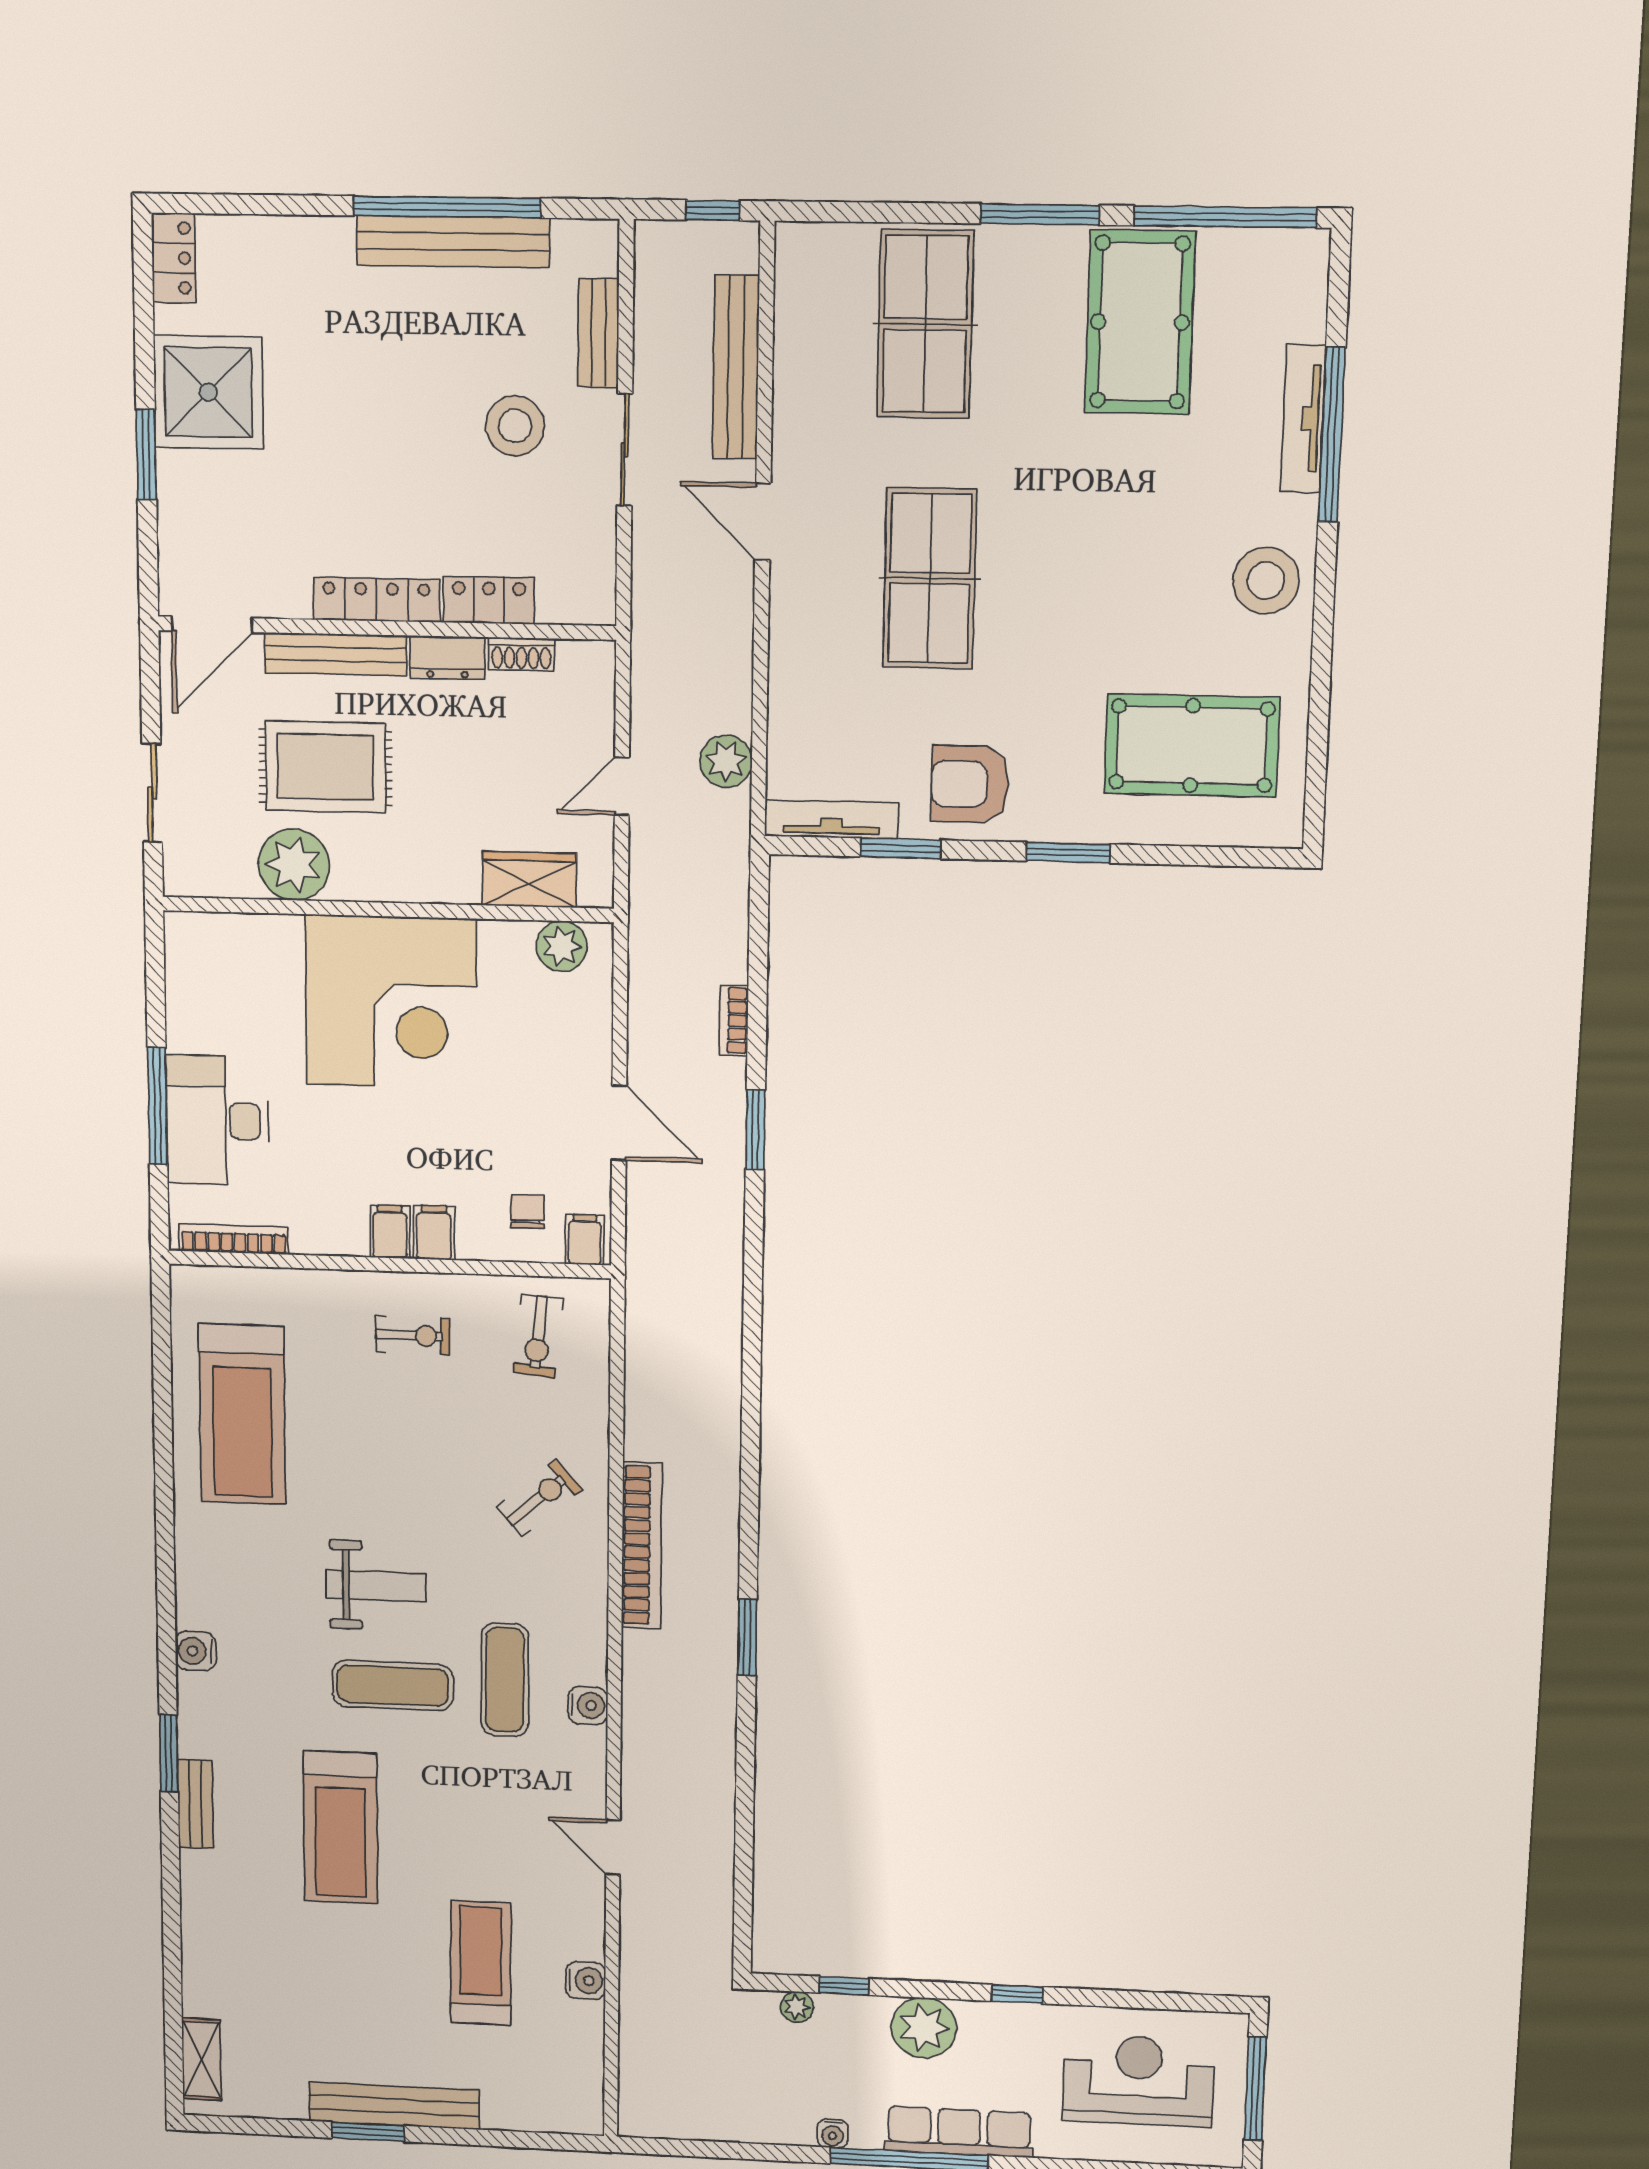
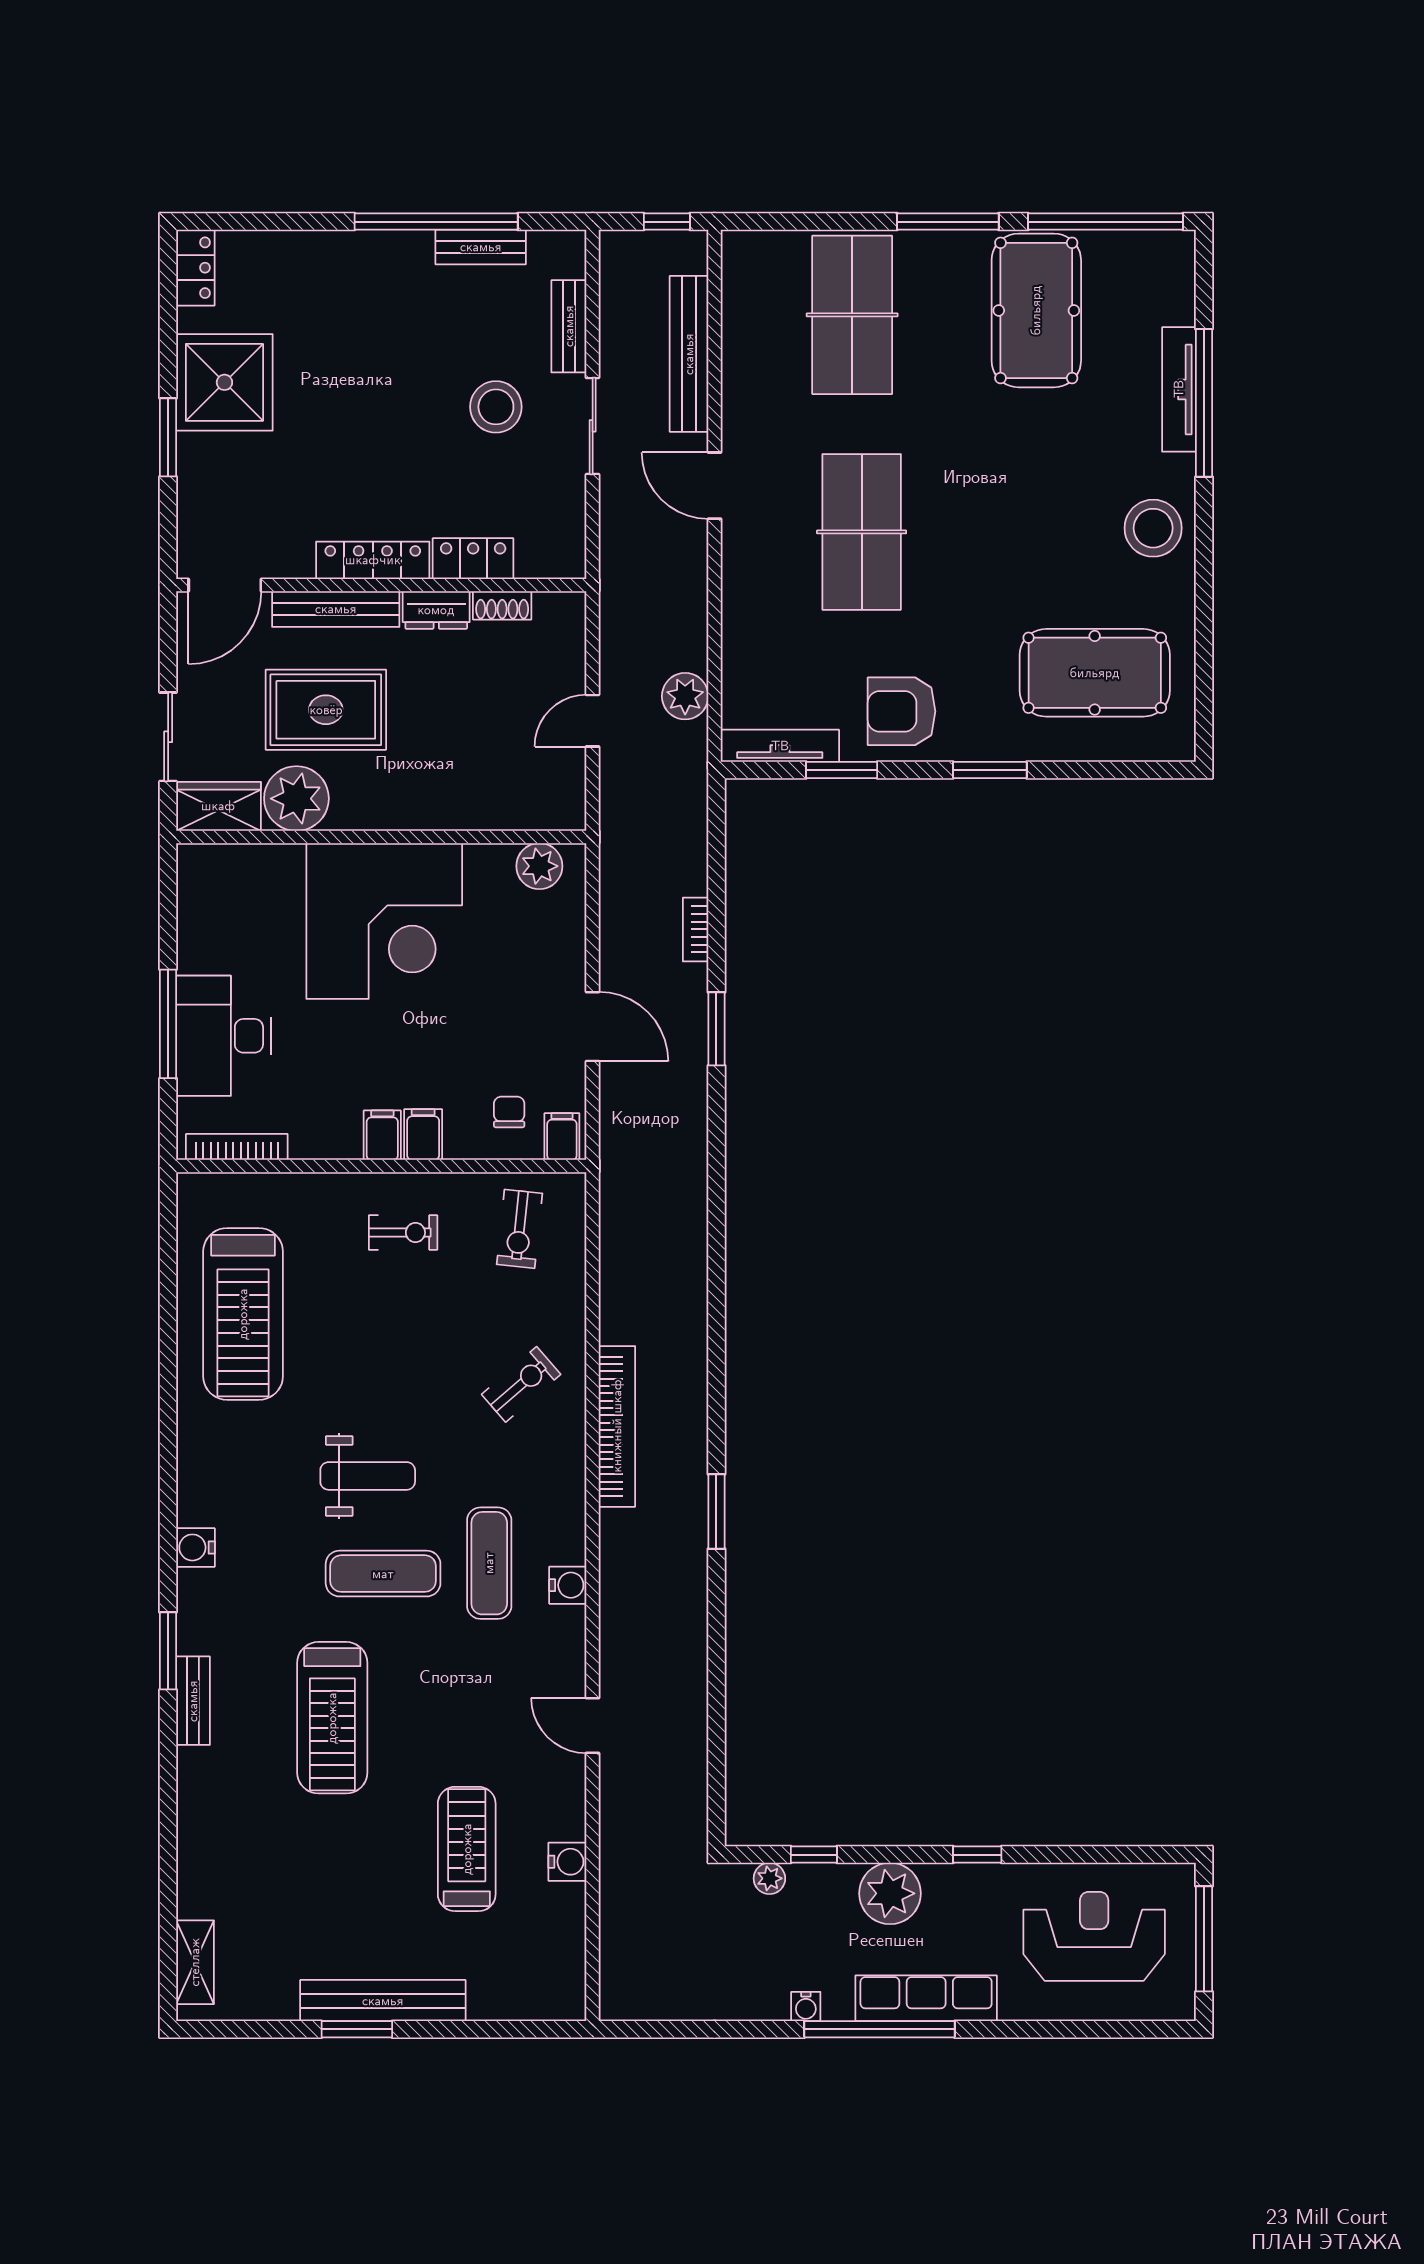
bench: (453, 242) -> (481, 247), width x0.54, depth x0.82
wardrobe: (529, 879) -> (218, 806), moved

